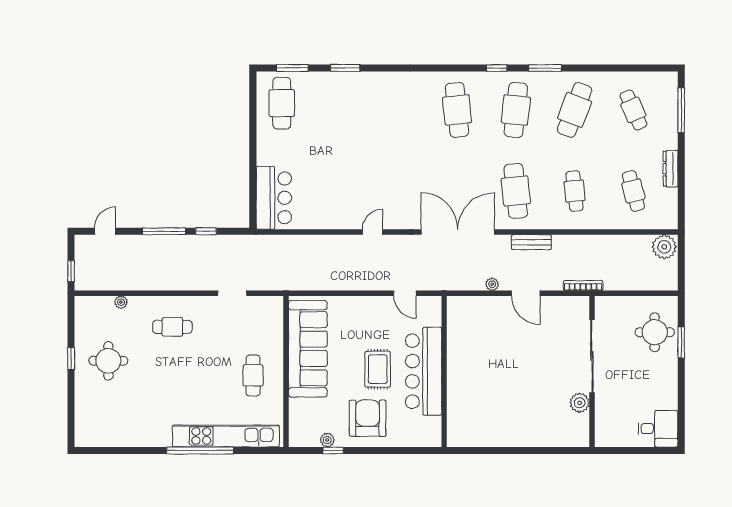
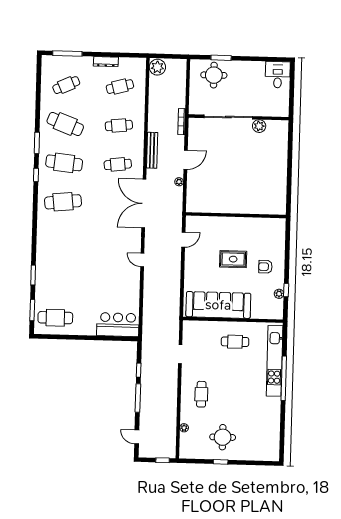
cafe table: (516, 191) -> (118, 164), width x0.73, depth x0.74
bench: (531, 242) -> (152, 150), width x1.36
bar counter: (424, 371) -> (235, 229), removed
armchair: (368, 418) -> (265, 267), width x0.53, depth x0.53

